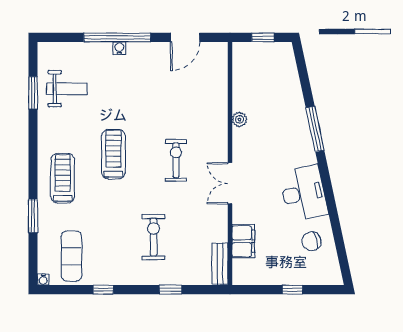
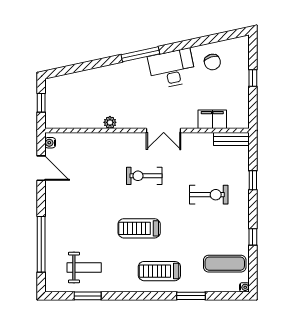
window: (117, 37) -> (41, 244), moved
water cooler: (119, 48) -> (50, 143), moved
weight bench: (67, 89) -> (84, 267), turned 90
window: (315, 129) -> (140, 54), moved
exercise bike: (153, 237) -> (209, 195), turned 180

